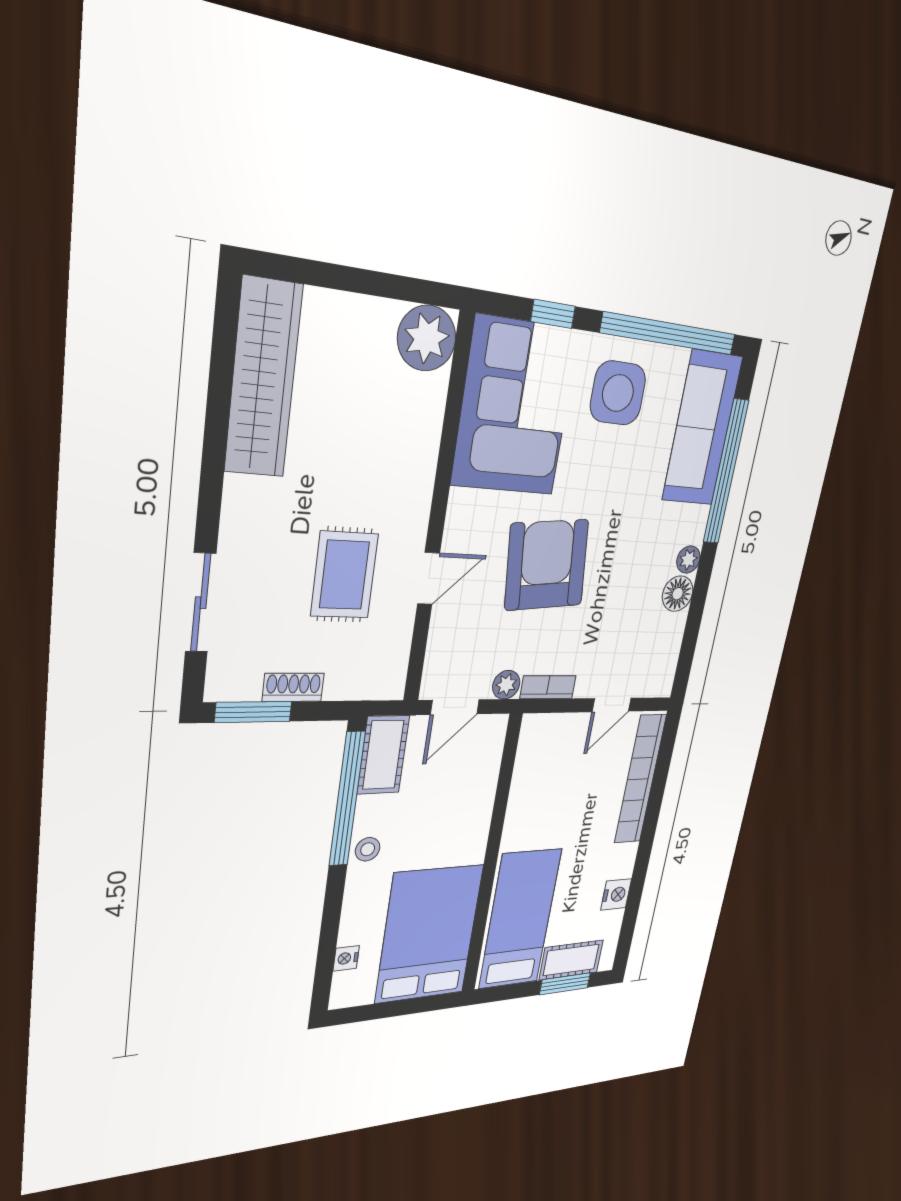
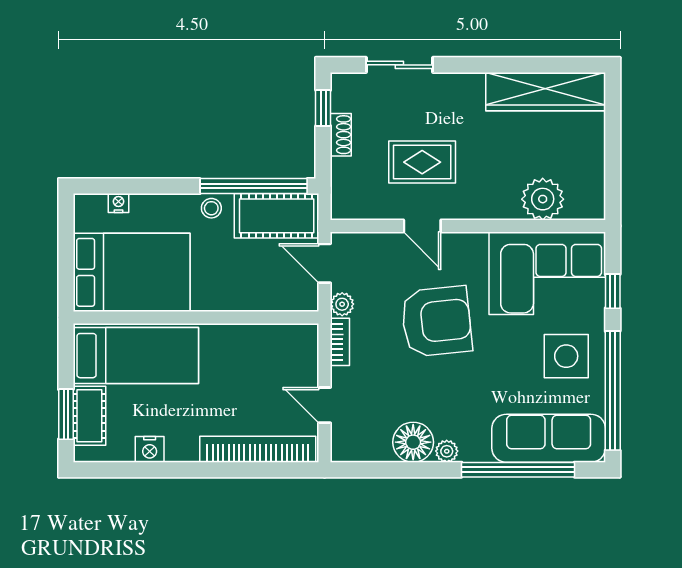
plant: (427, 338) -> (543, 199), moved
floor lamp: (678, 594) -> (413, 442), width x1.38, depth x1.38
window: (253, 712) -> (323, 108), width x0.67
cot: (383, 755) -> (277, 216), width x1.37, depth x1.34

